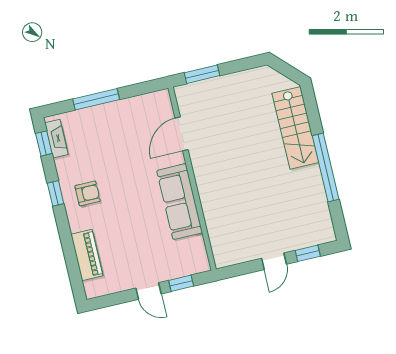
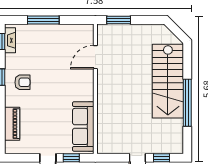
stairs: (295, 128) -> (168, 81), width x1.36, depth x1.51
sofa: (180, 202) -> (83, 126), moved

